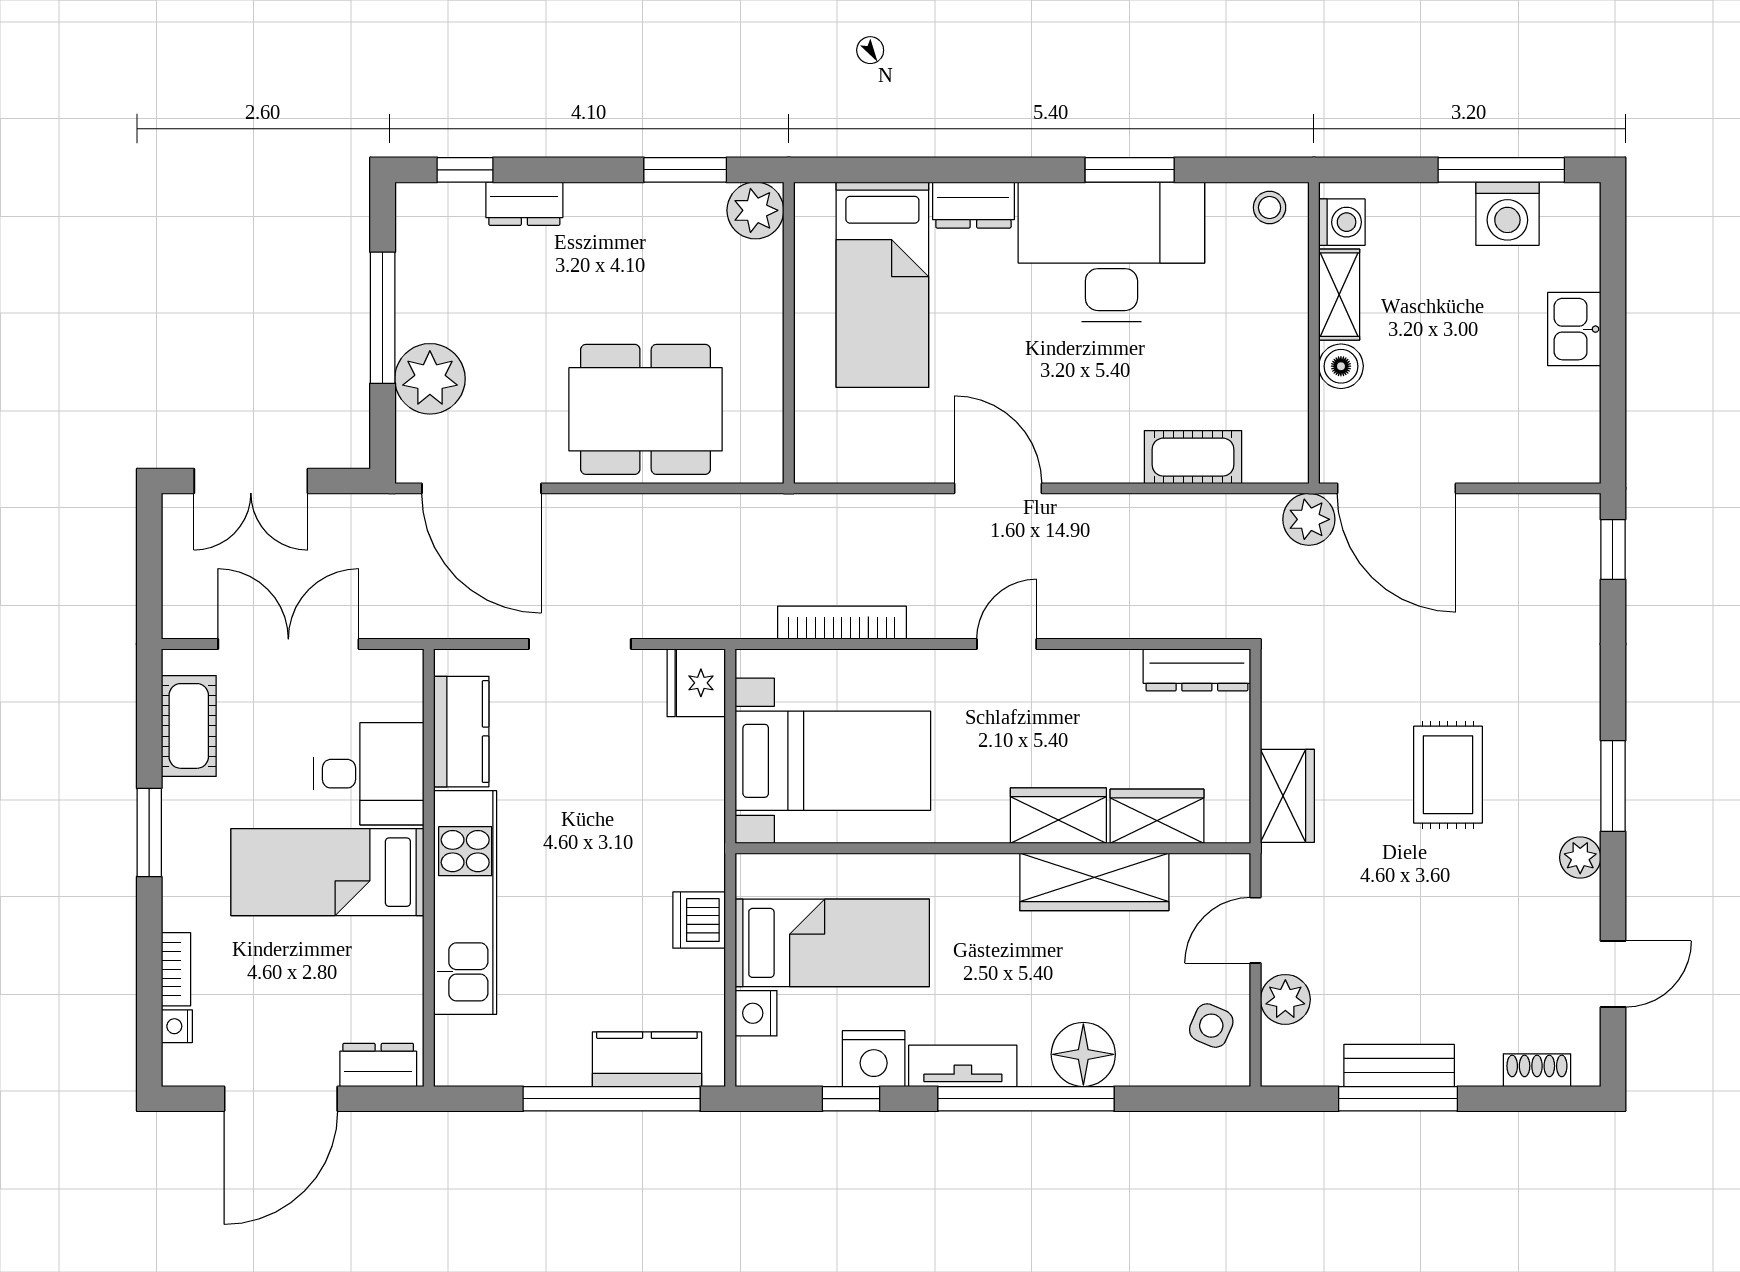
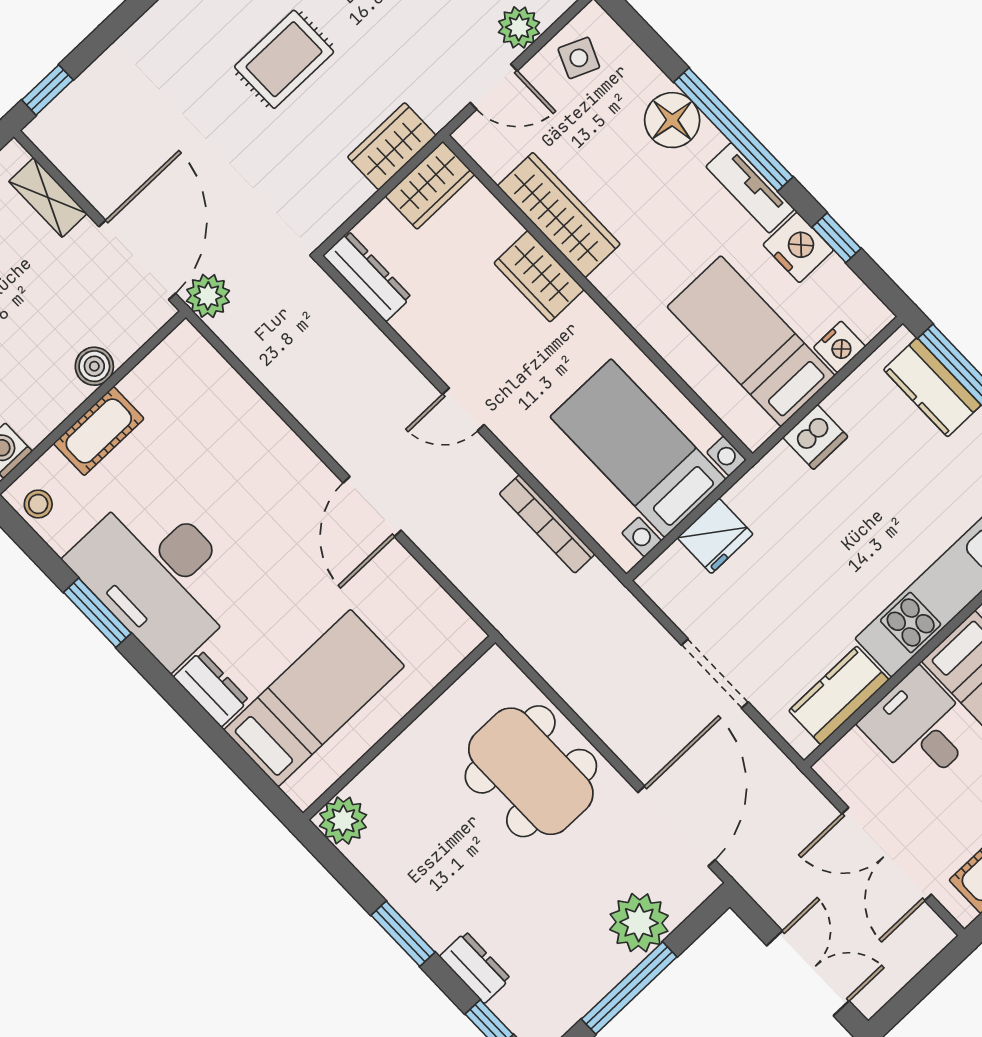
window: (685, 170) -> (403, 934), moved
shelving: (1339, 295) -> (48, 198), moved, turned 90
cot: (1193, 457) -> (99, 431), moved, turned 90
fridge: (696, 683) -> (715, 536), moved
wardrobe: (1157, 816) -> (430, 185), moved, turned -90

